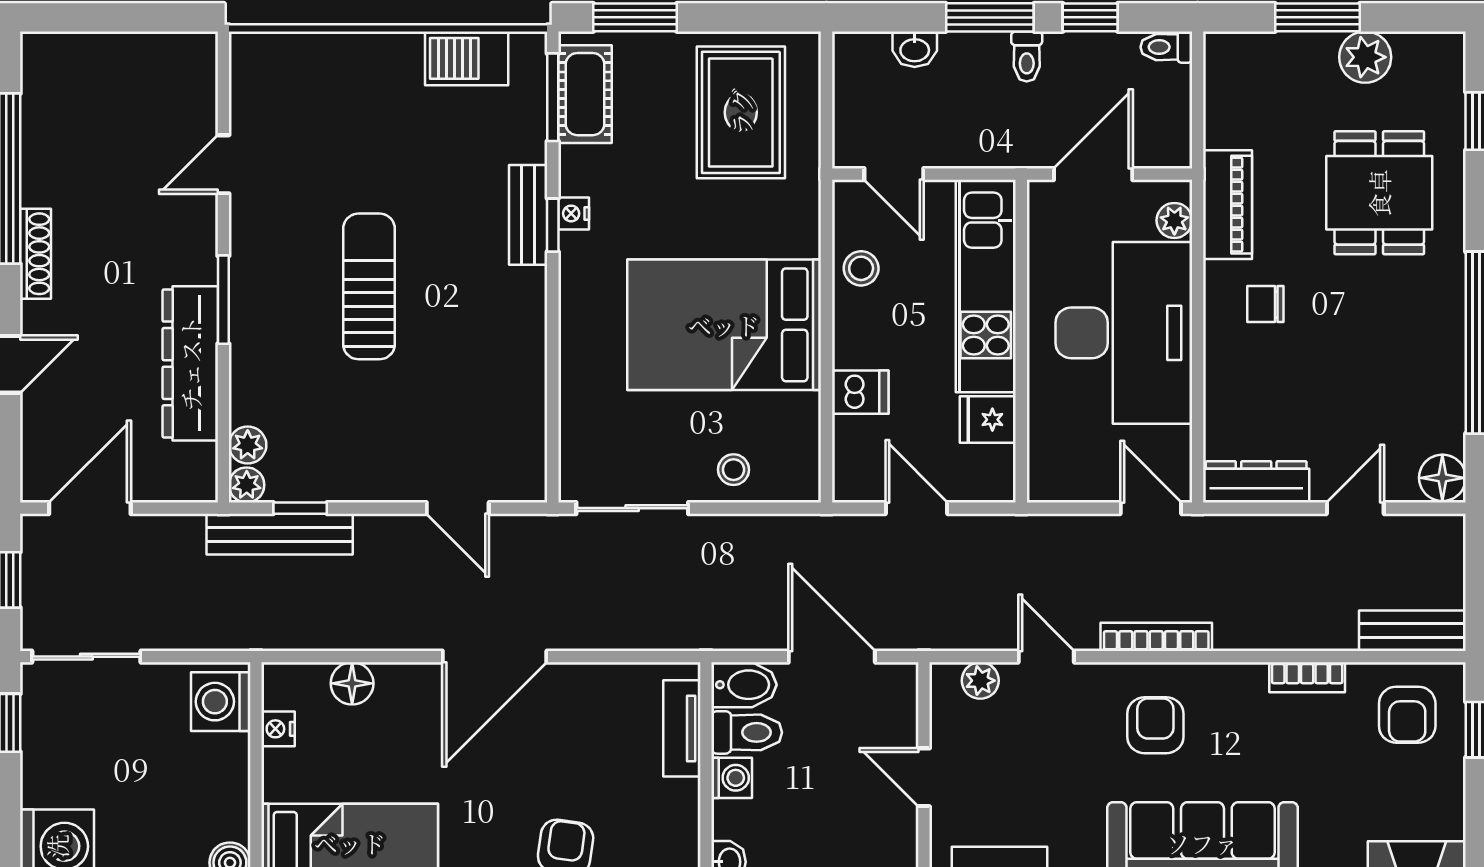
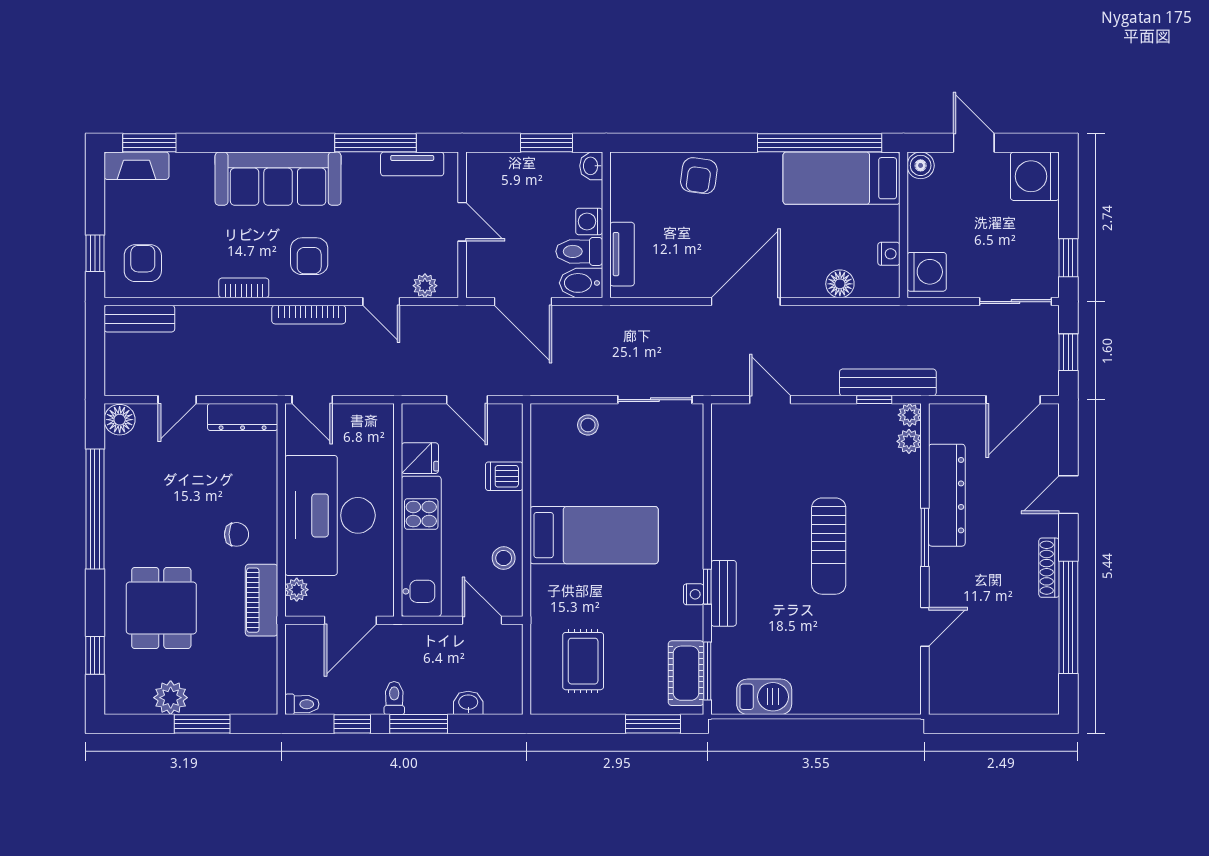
rug: (741, 112) -> (583, 661), width x0.73, depth x0.70
bed: (724, 325) -> (594, 535), width x0.67
bookcase: (1307, 677) -> (244, 288), moved

